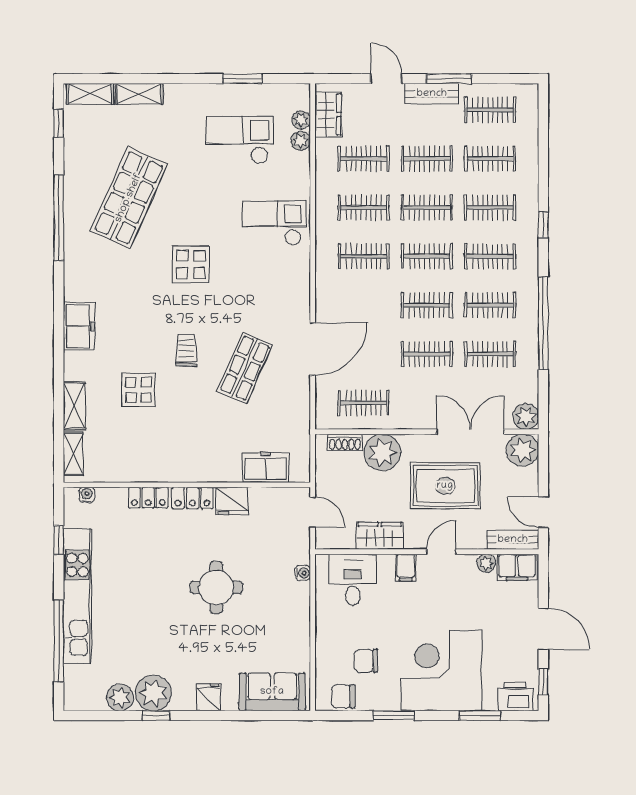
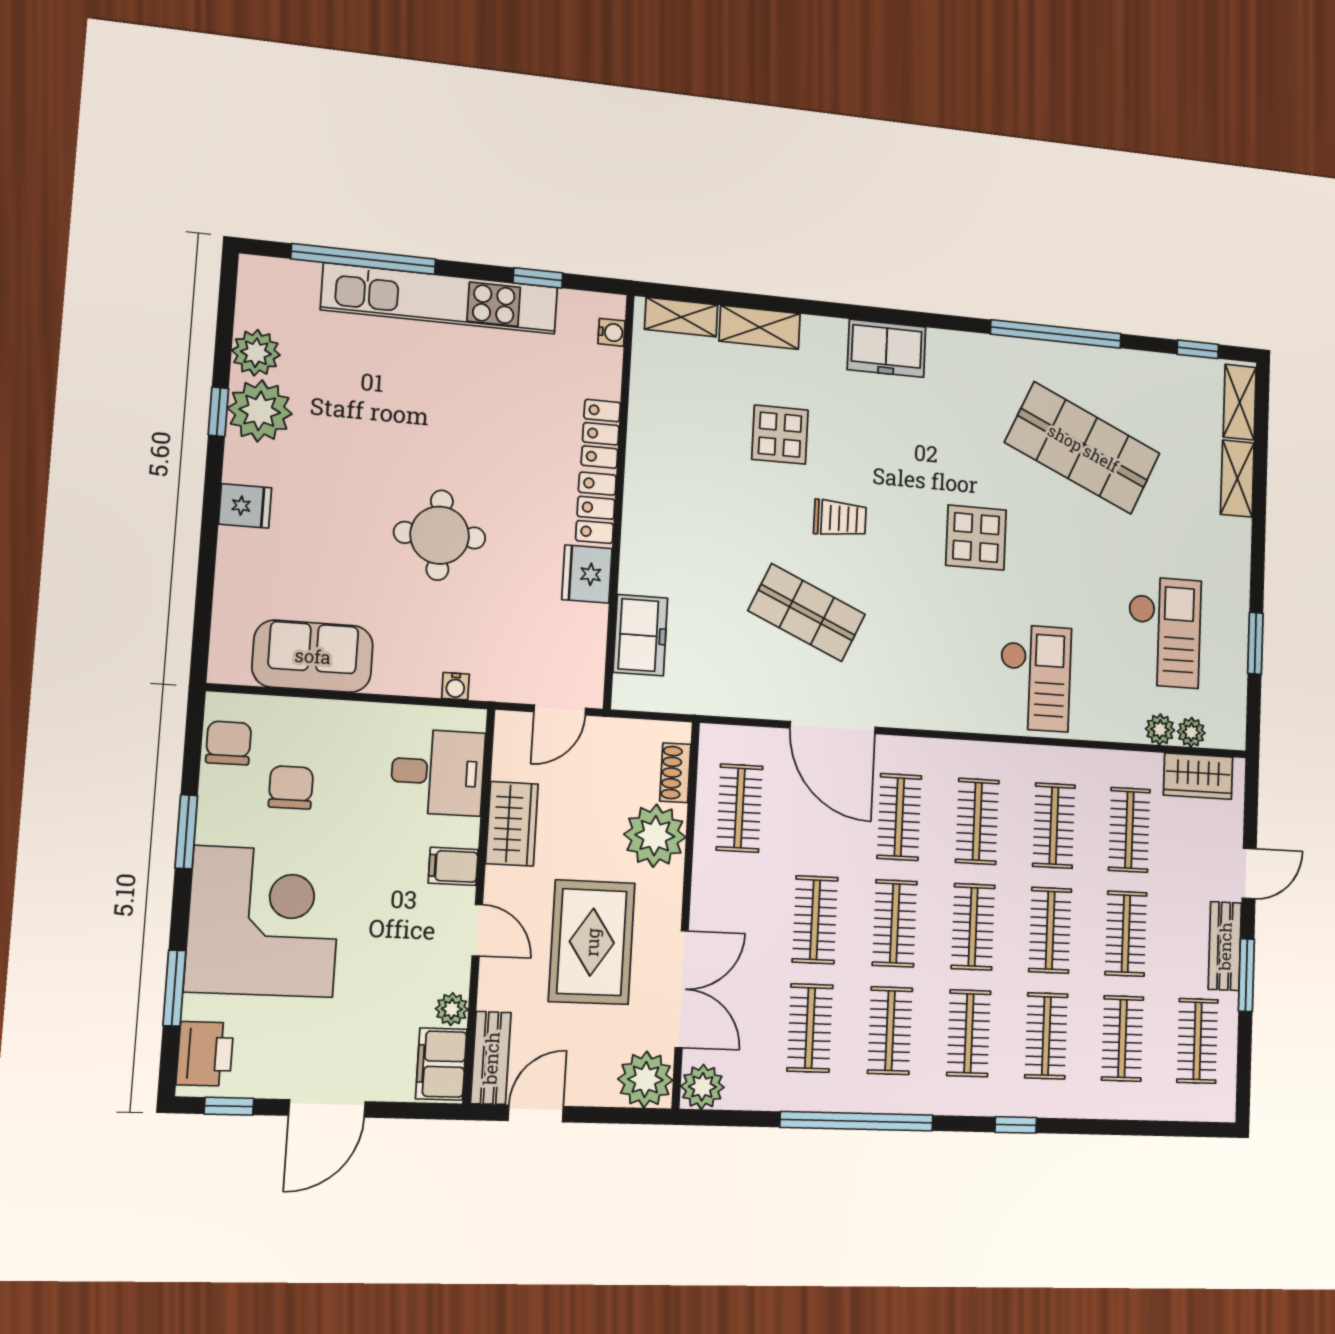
clothes rail: (364, 305) -> (899, 817), added
sofa: (272, 692) -> (313, 656), moved, turned -90

